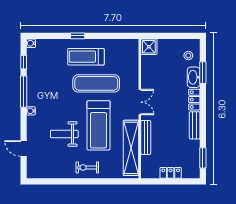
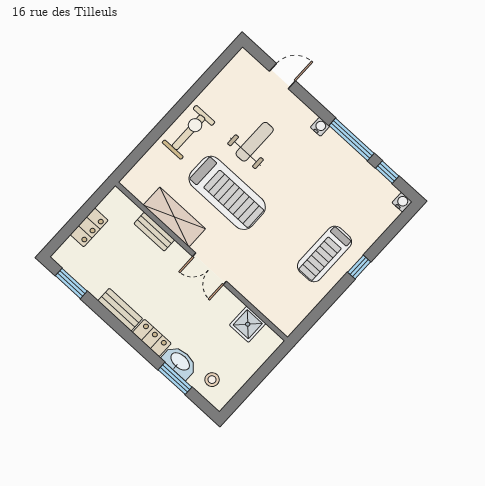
shower: (149, 47) -> (248, 324), moved
treadmill: (86, 57) -> (324, 254), turned 180
exercise mat: (96, 83) -> (281, 237), removed
treadmill: (99, 125) -> (227, 193), turned 180
bench: (146, 137) -> (154, 232), width x0.73
shelving: (131, 148) -> (174, 217), width x0.68
exercise bike: (87, 167) -> (189, 132), width x1.38, depth x1.39

